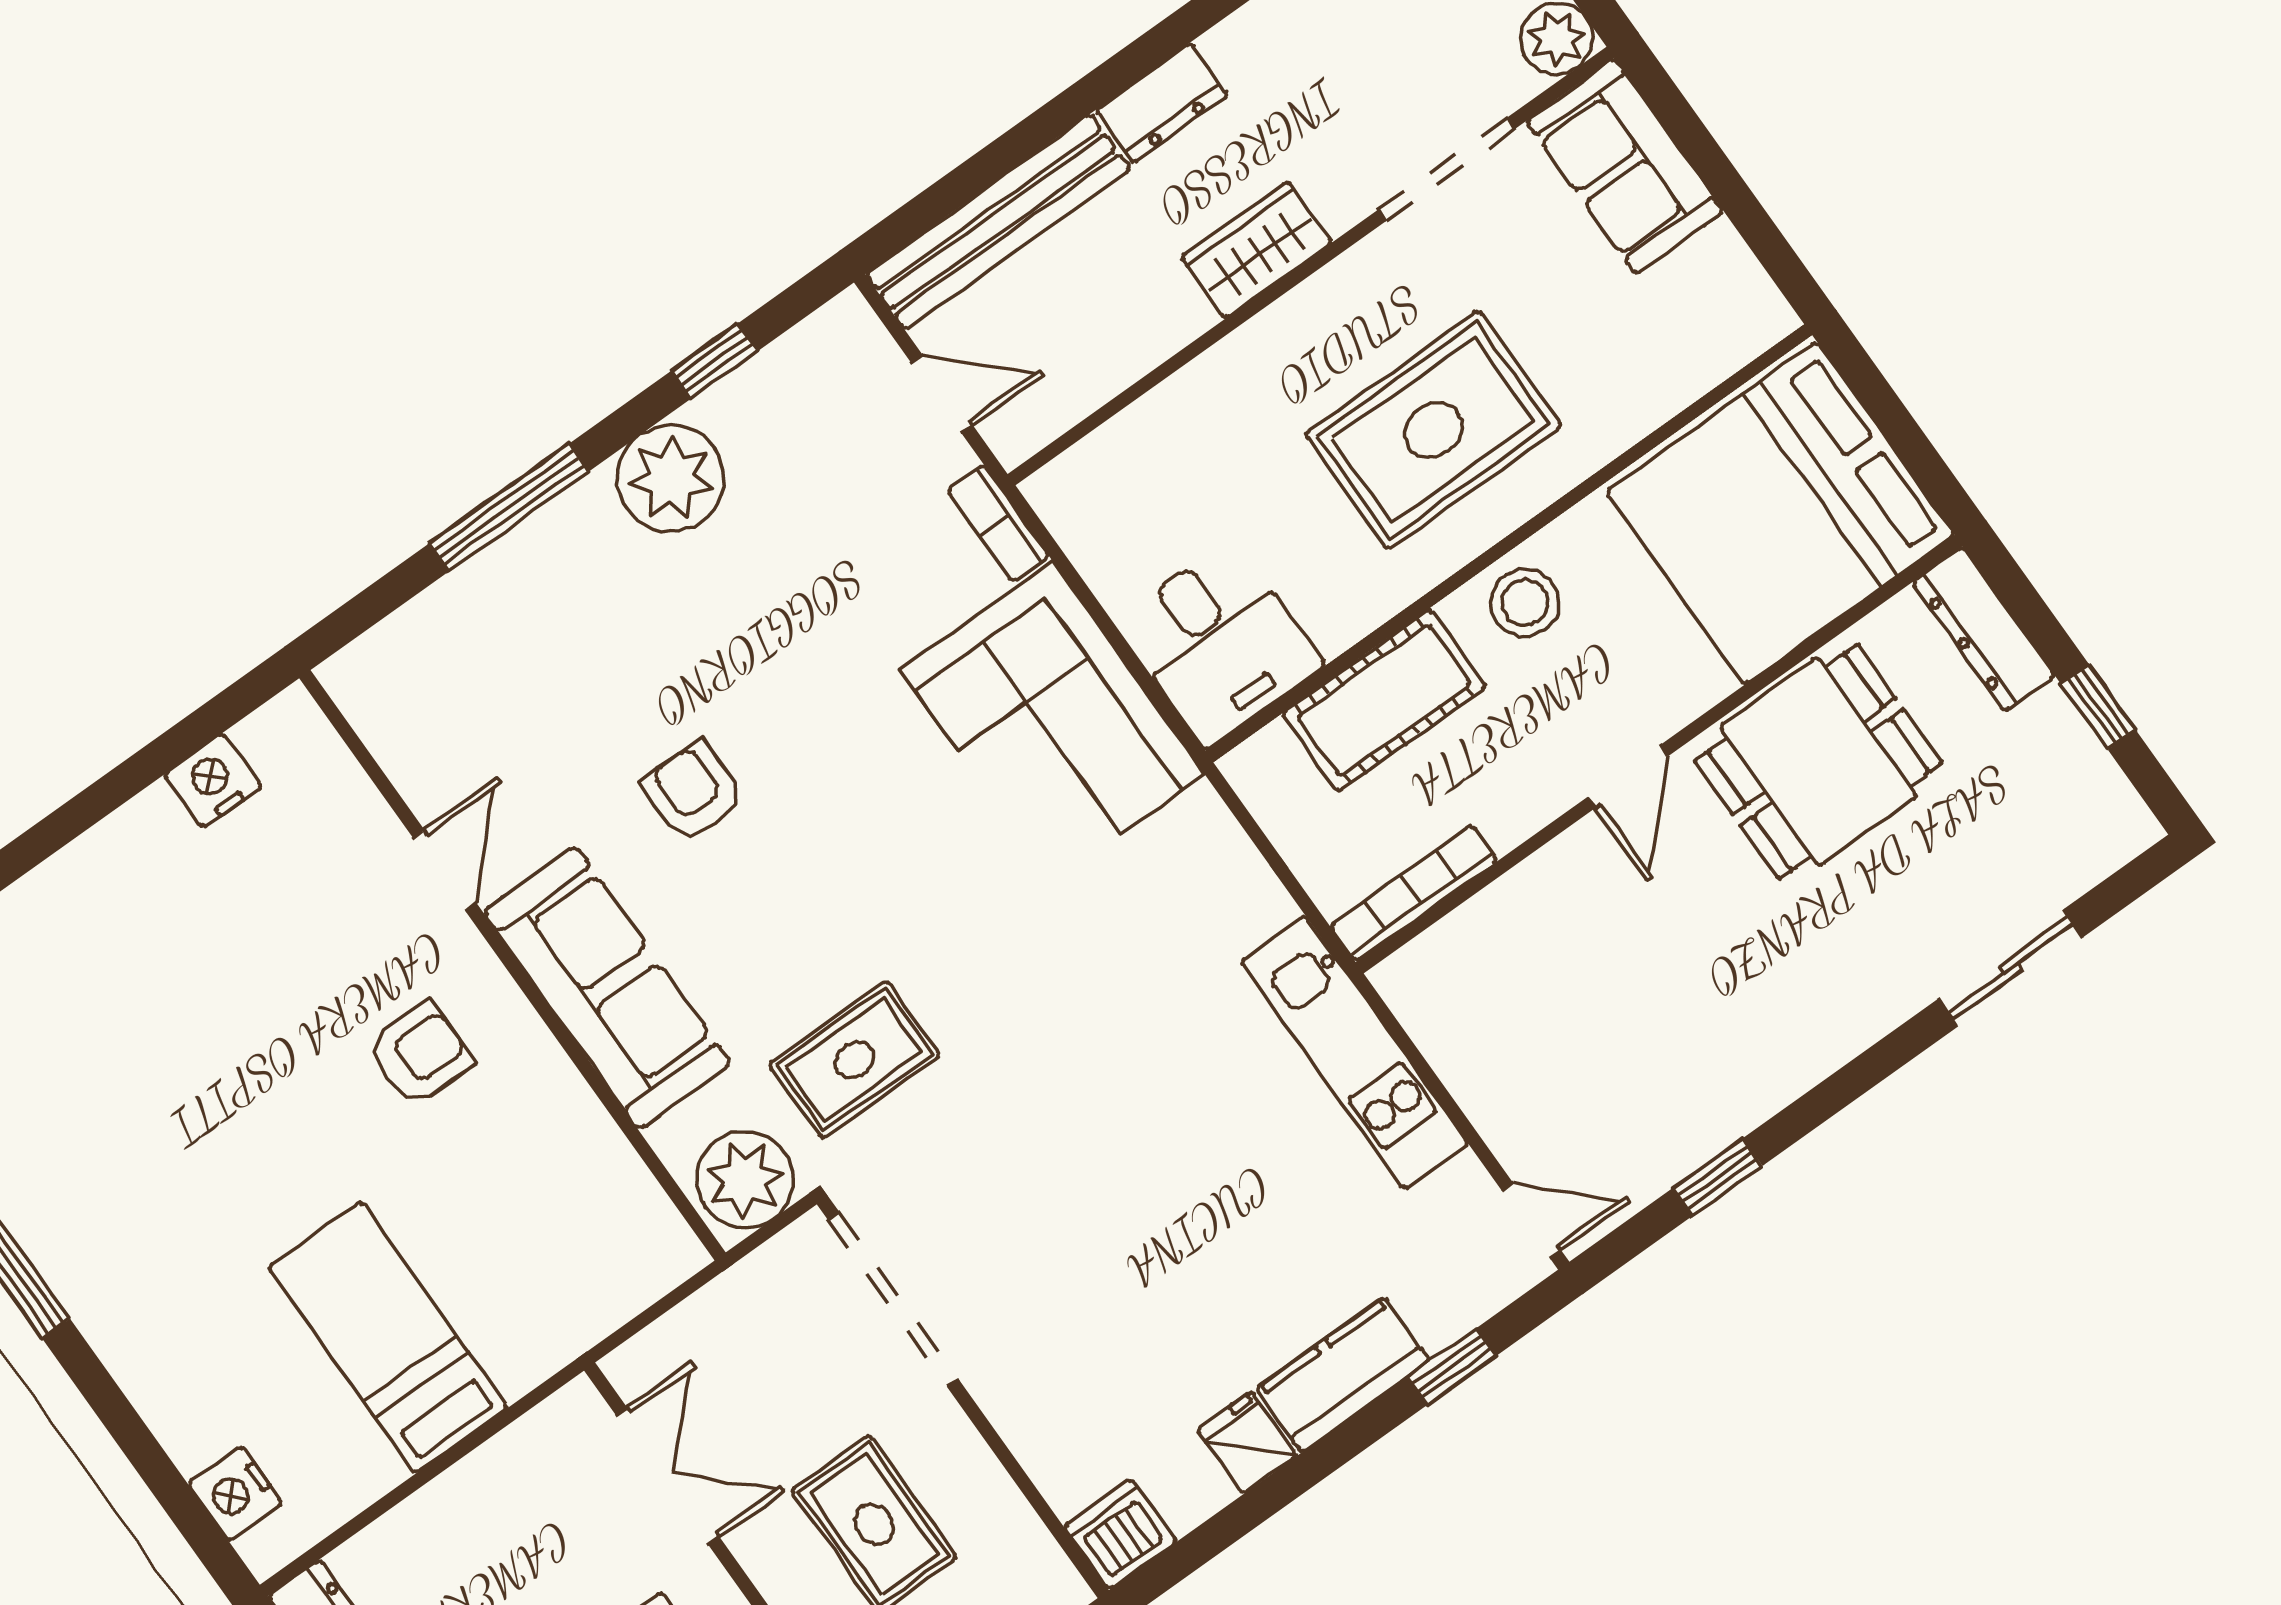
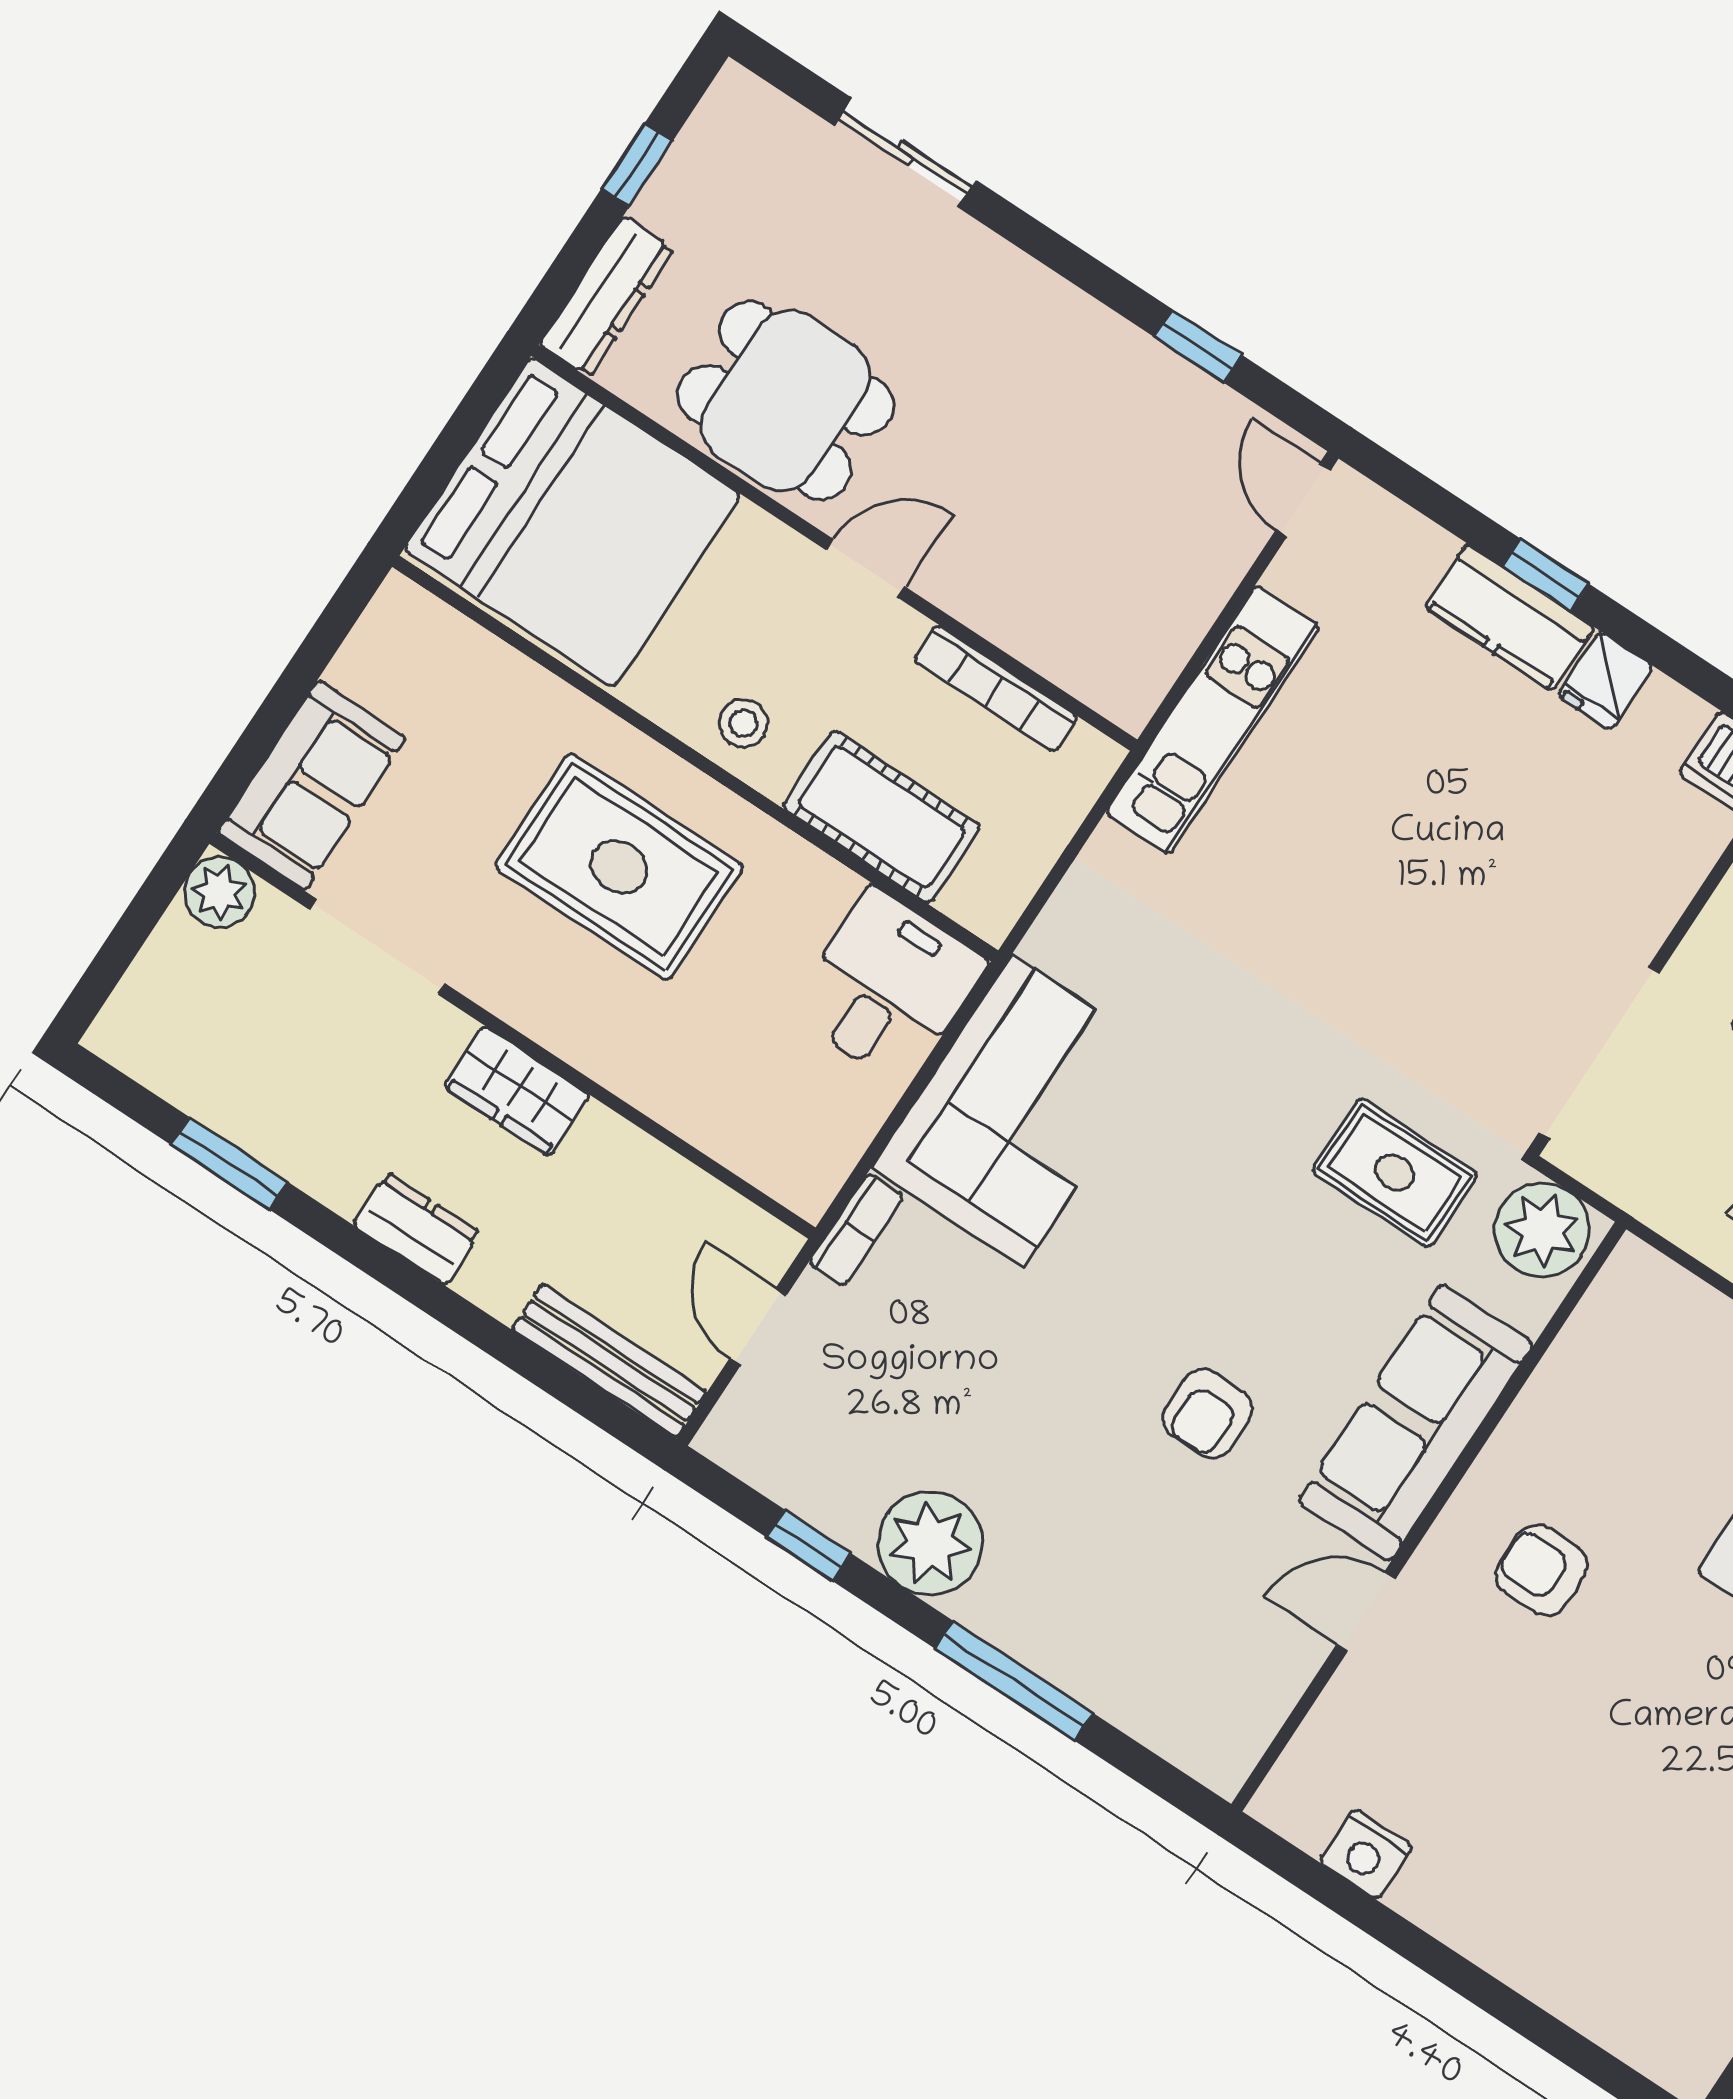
bench: (998, 222) -> (609, 1361), width x0.73, depth x0.82
stool: (1525, 603) -> (743, 723), width x0.73, depth x0.73
bookcase: (1414, 893) -> (996, 688), moved
window: (1452, 1367) -> (1545, 575), moved

